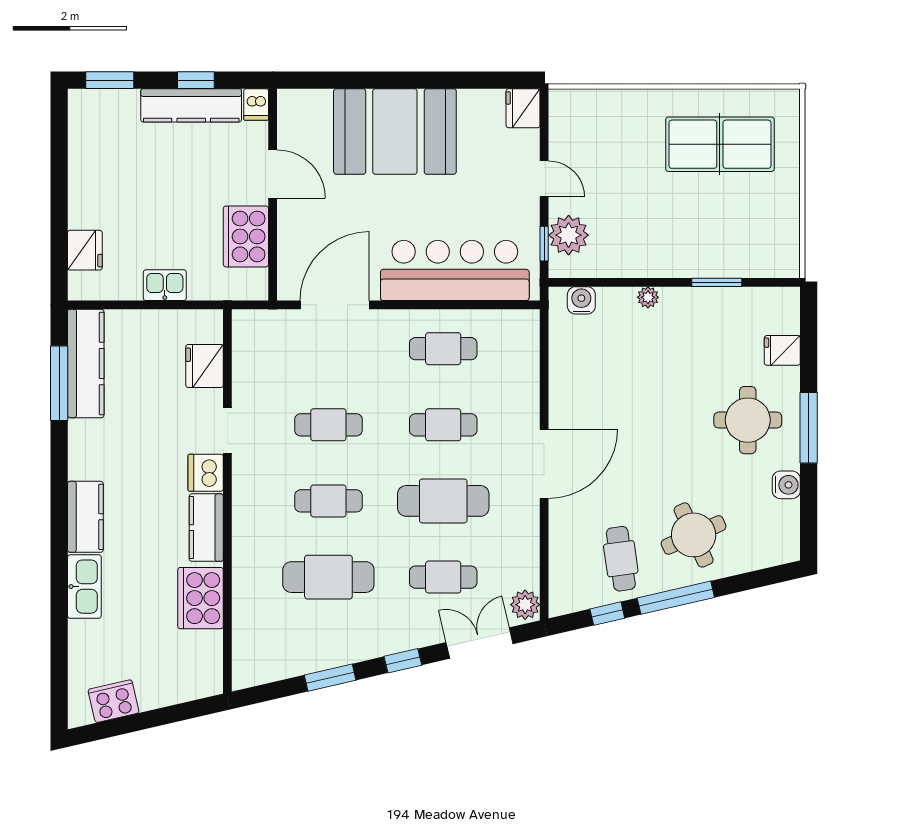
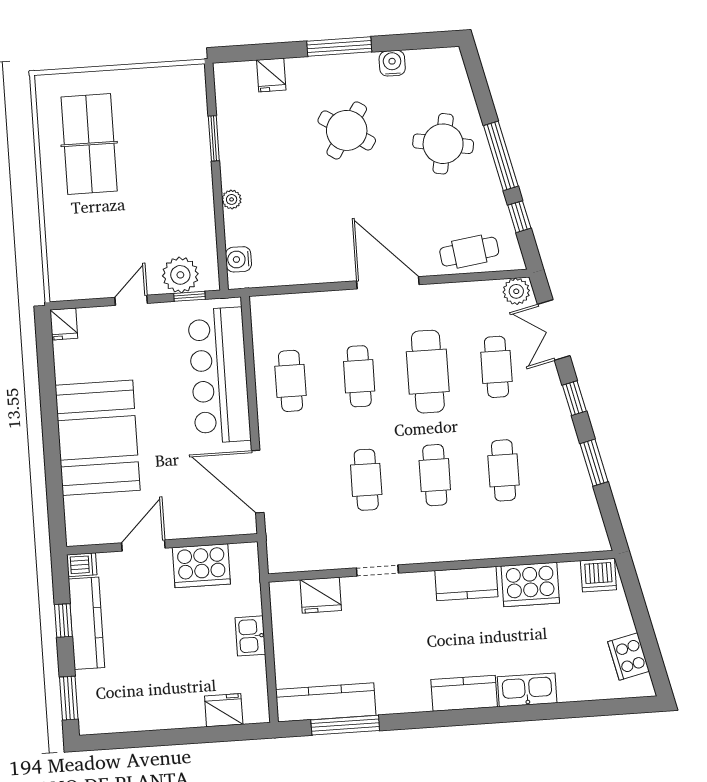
fridge: (523, 108) -> (64, 324), width x0.72
round table: (748, 420) -> (347, 130), moved, turned 33
dishwasher: (206, 473) -> (598, 575), moved
round table: (694, 535) -> (443, 144), turned 34
cafe table: (621, 559) -> (469, 252), moved
cafe table: (328, 577) -> (504, 470), width x0.73, depth x0.74

